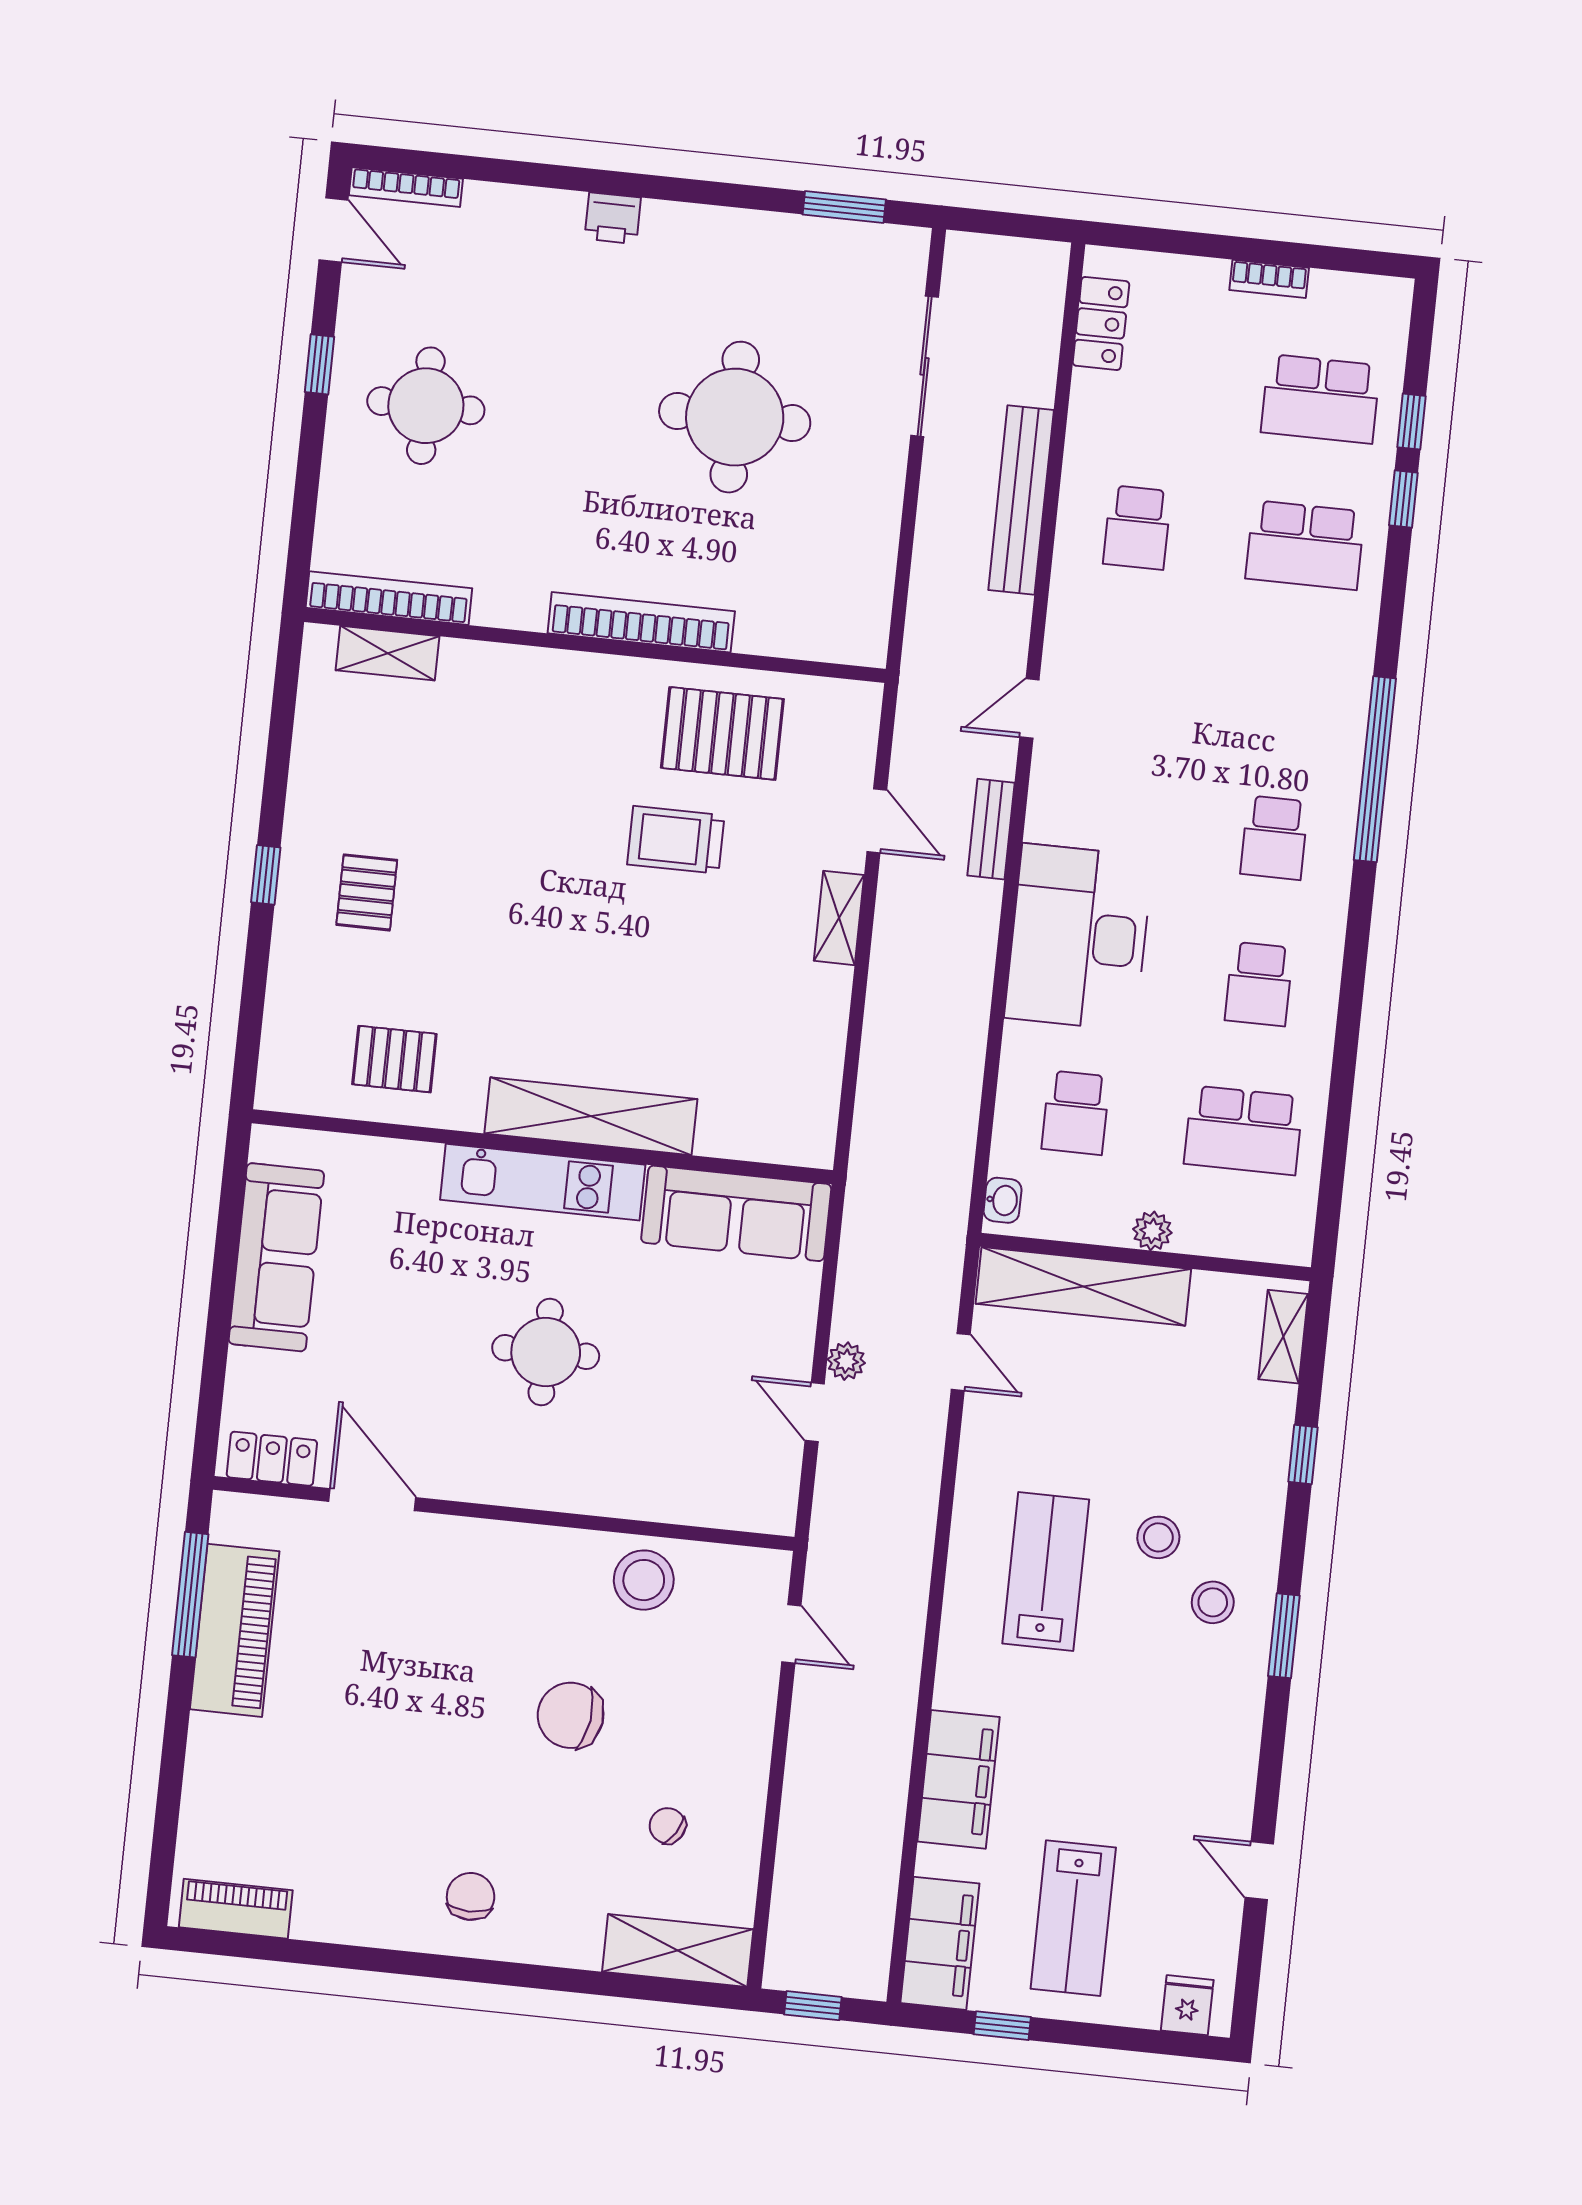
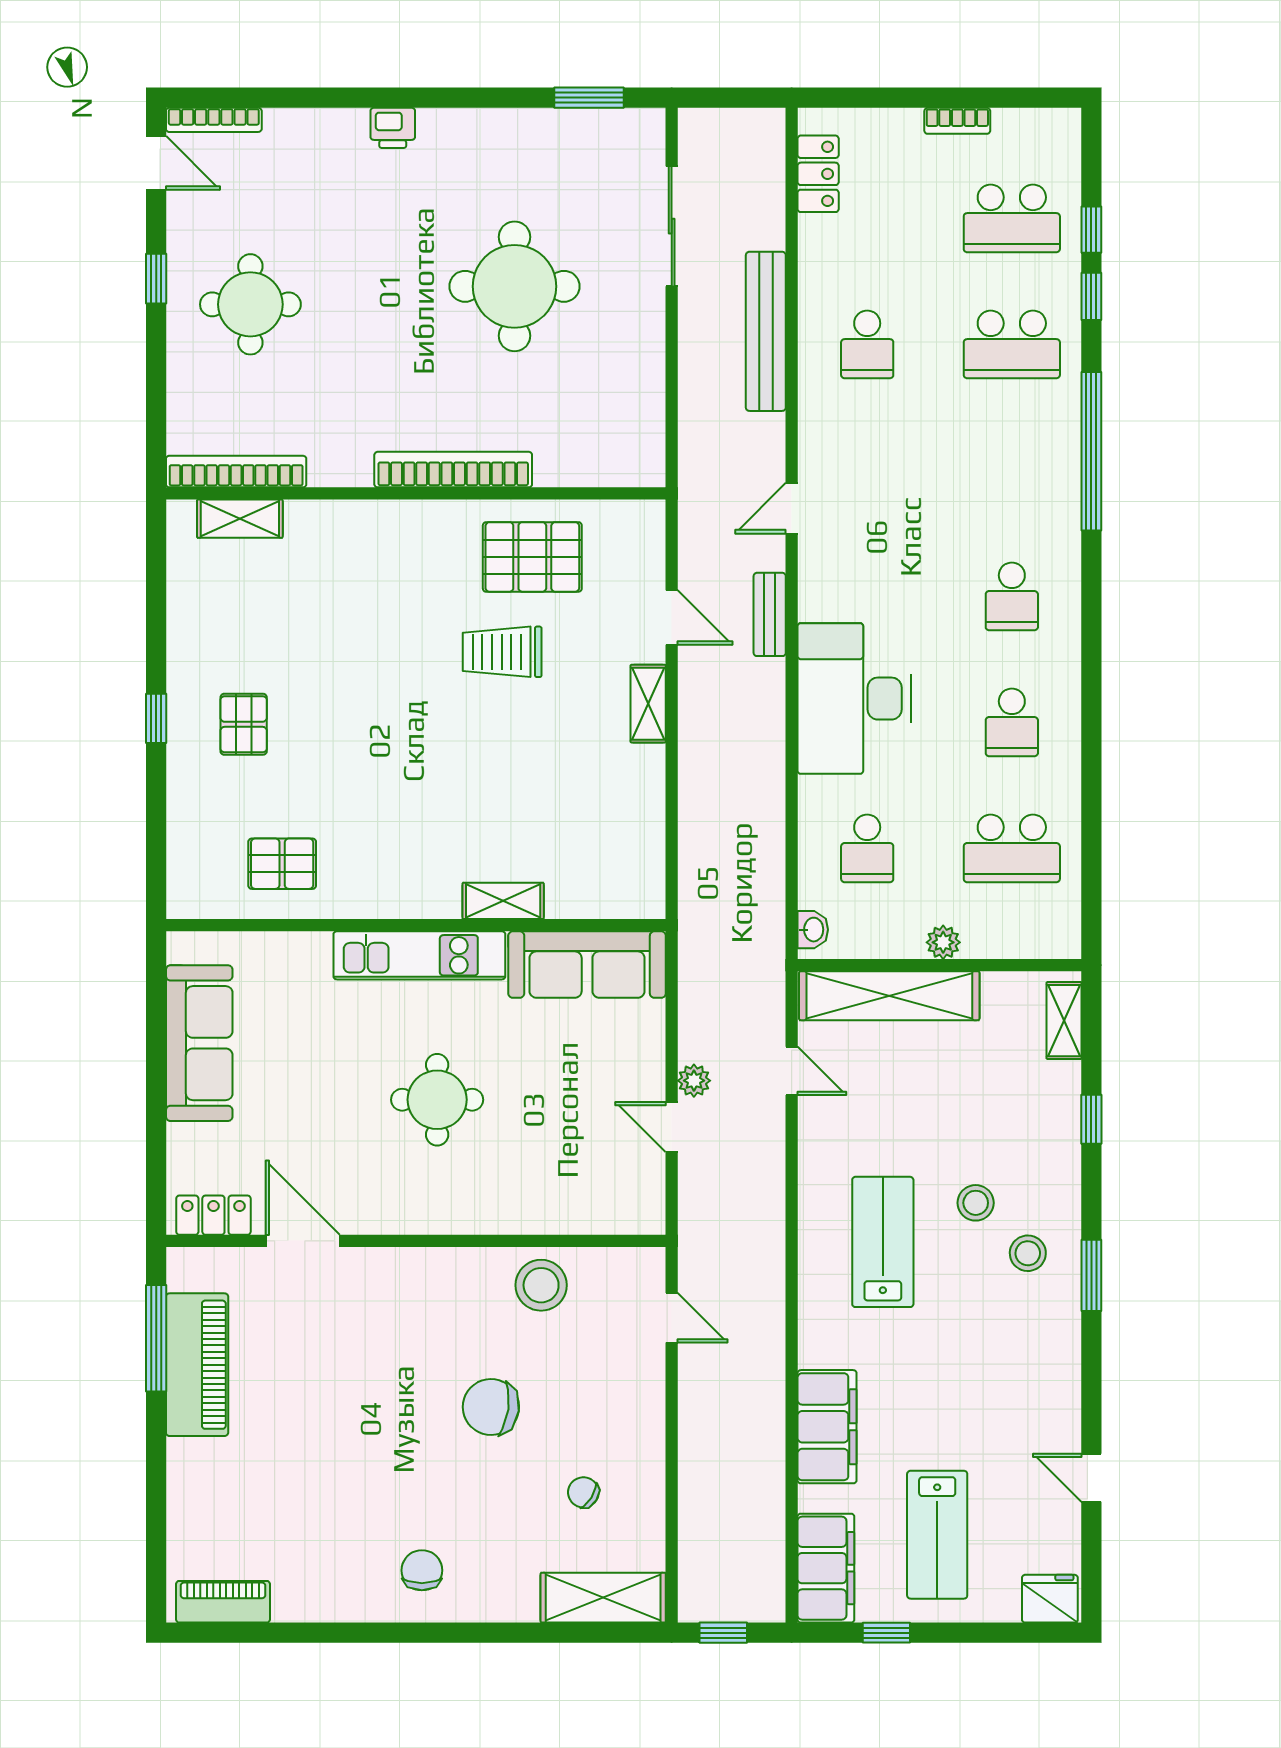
window: (1375, 769) -> (1091, 451), moved
shelving: (591, 1116) -> (503, 901), width x0.45, depth x0.75
fridge: (1187, 2005) -> (1050, 1599), width x1.38

